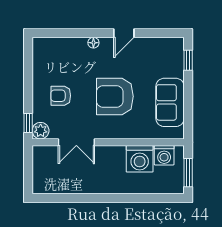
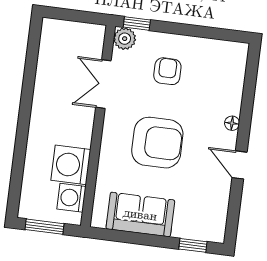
armchair: (115, 96) -> (157, 143), turned 90

